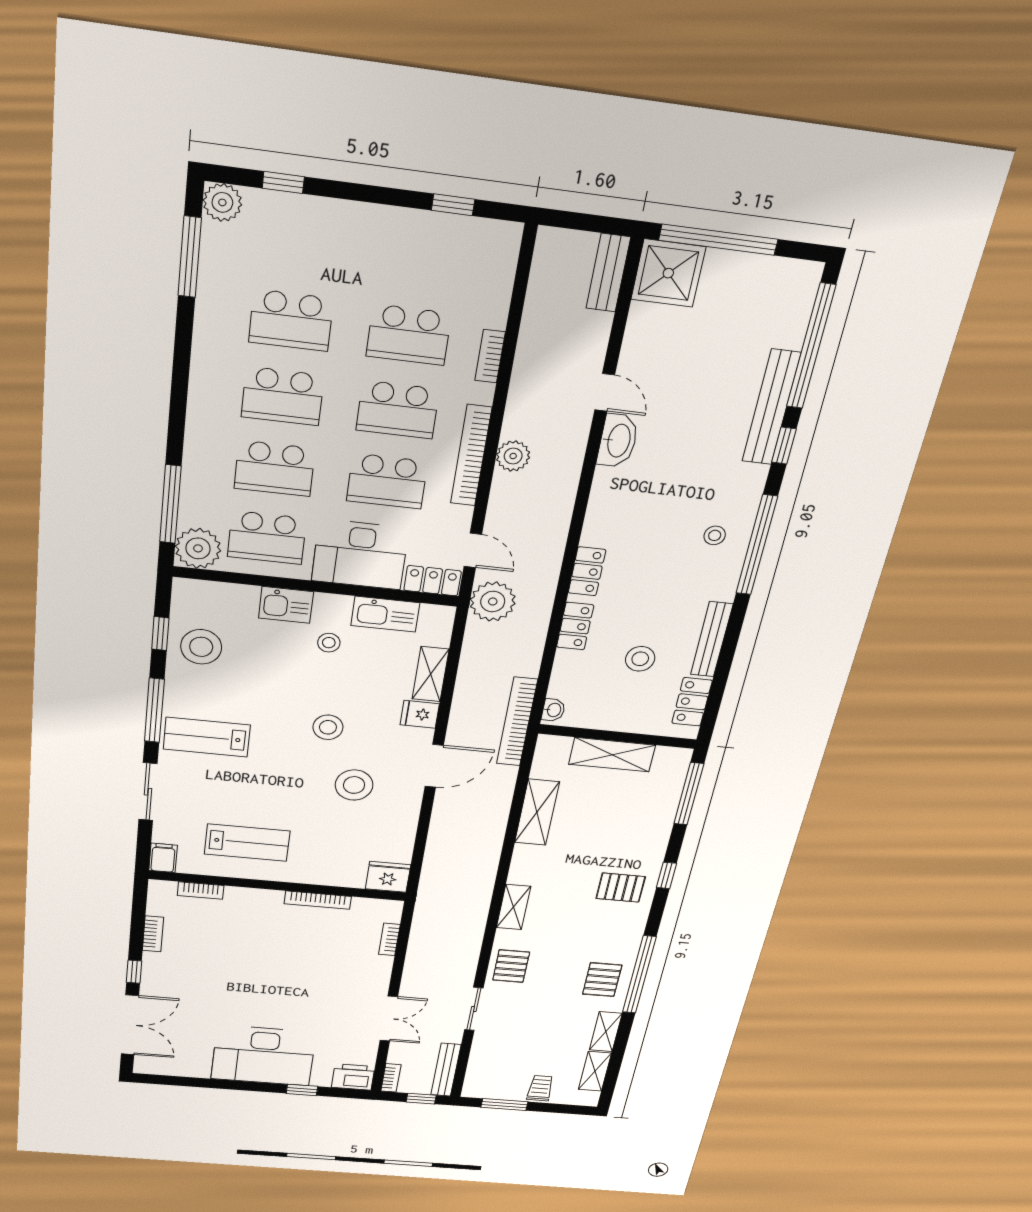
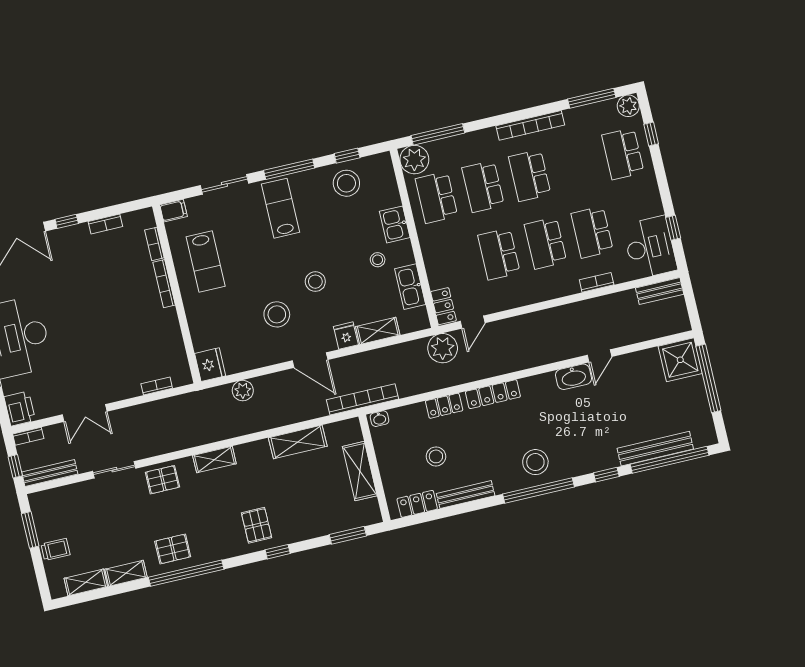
bench: (608, 273) -> (660, 291), moved
school desk: (291, 320) -> (623, 154), moved
bench: (771, 407) -> (655, 449), moved
bookcase: (471, 456) -> (530, 125), moved, turned 180
plant: (513, 456) -> (243, 391), moved
stool: (715, 535) -> (535, 462), width x1.89, depth x1.89
desk: (360, 555) -> (650, 247), moved, turned 180
locker: (587, 571) -> (493, 394), width x1.53
window: (689, 794) -> (348, 535), width x0.69
bookcase: (318, 900) -> (164, 284), moved

